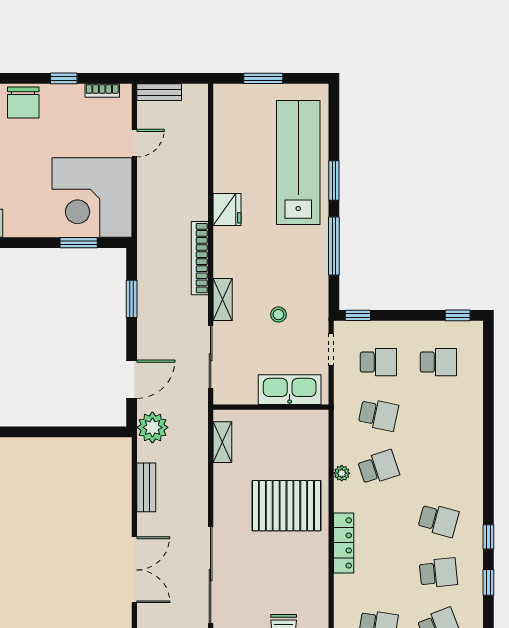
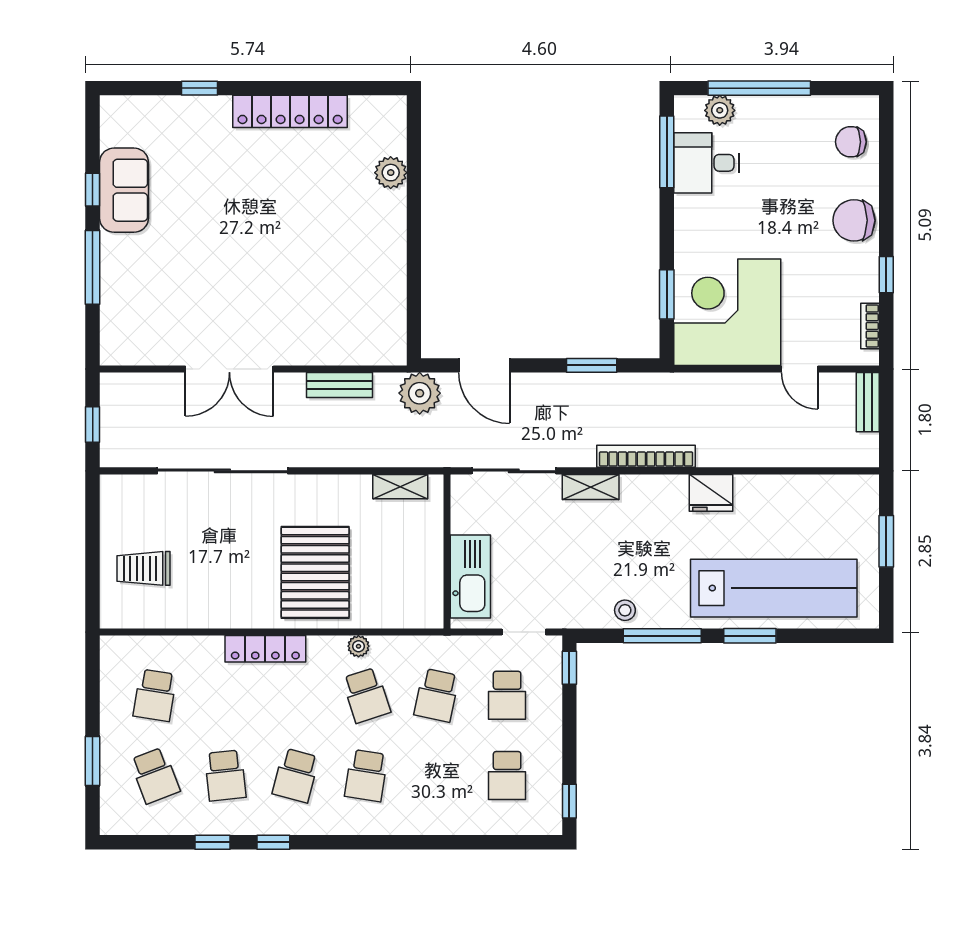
stool: (278, 315) -> (625, 610), moved
school desk: (438, 467) -> (366, 775), added

